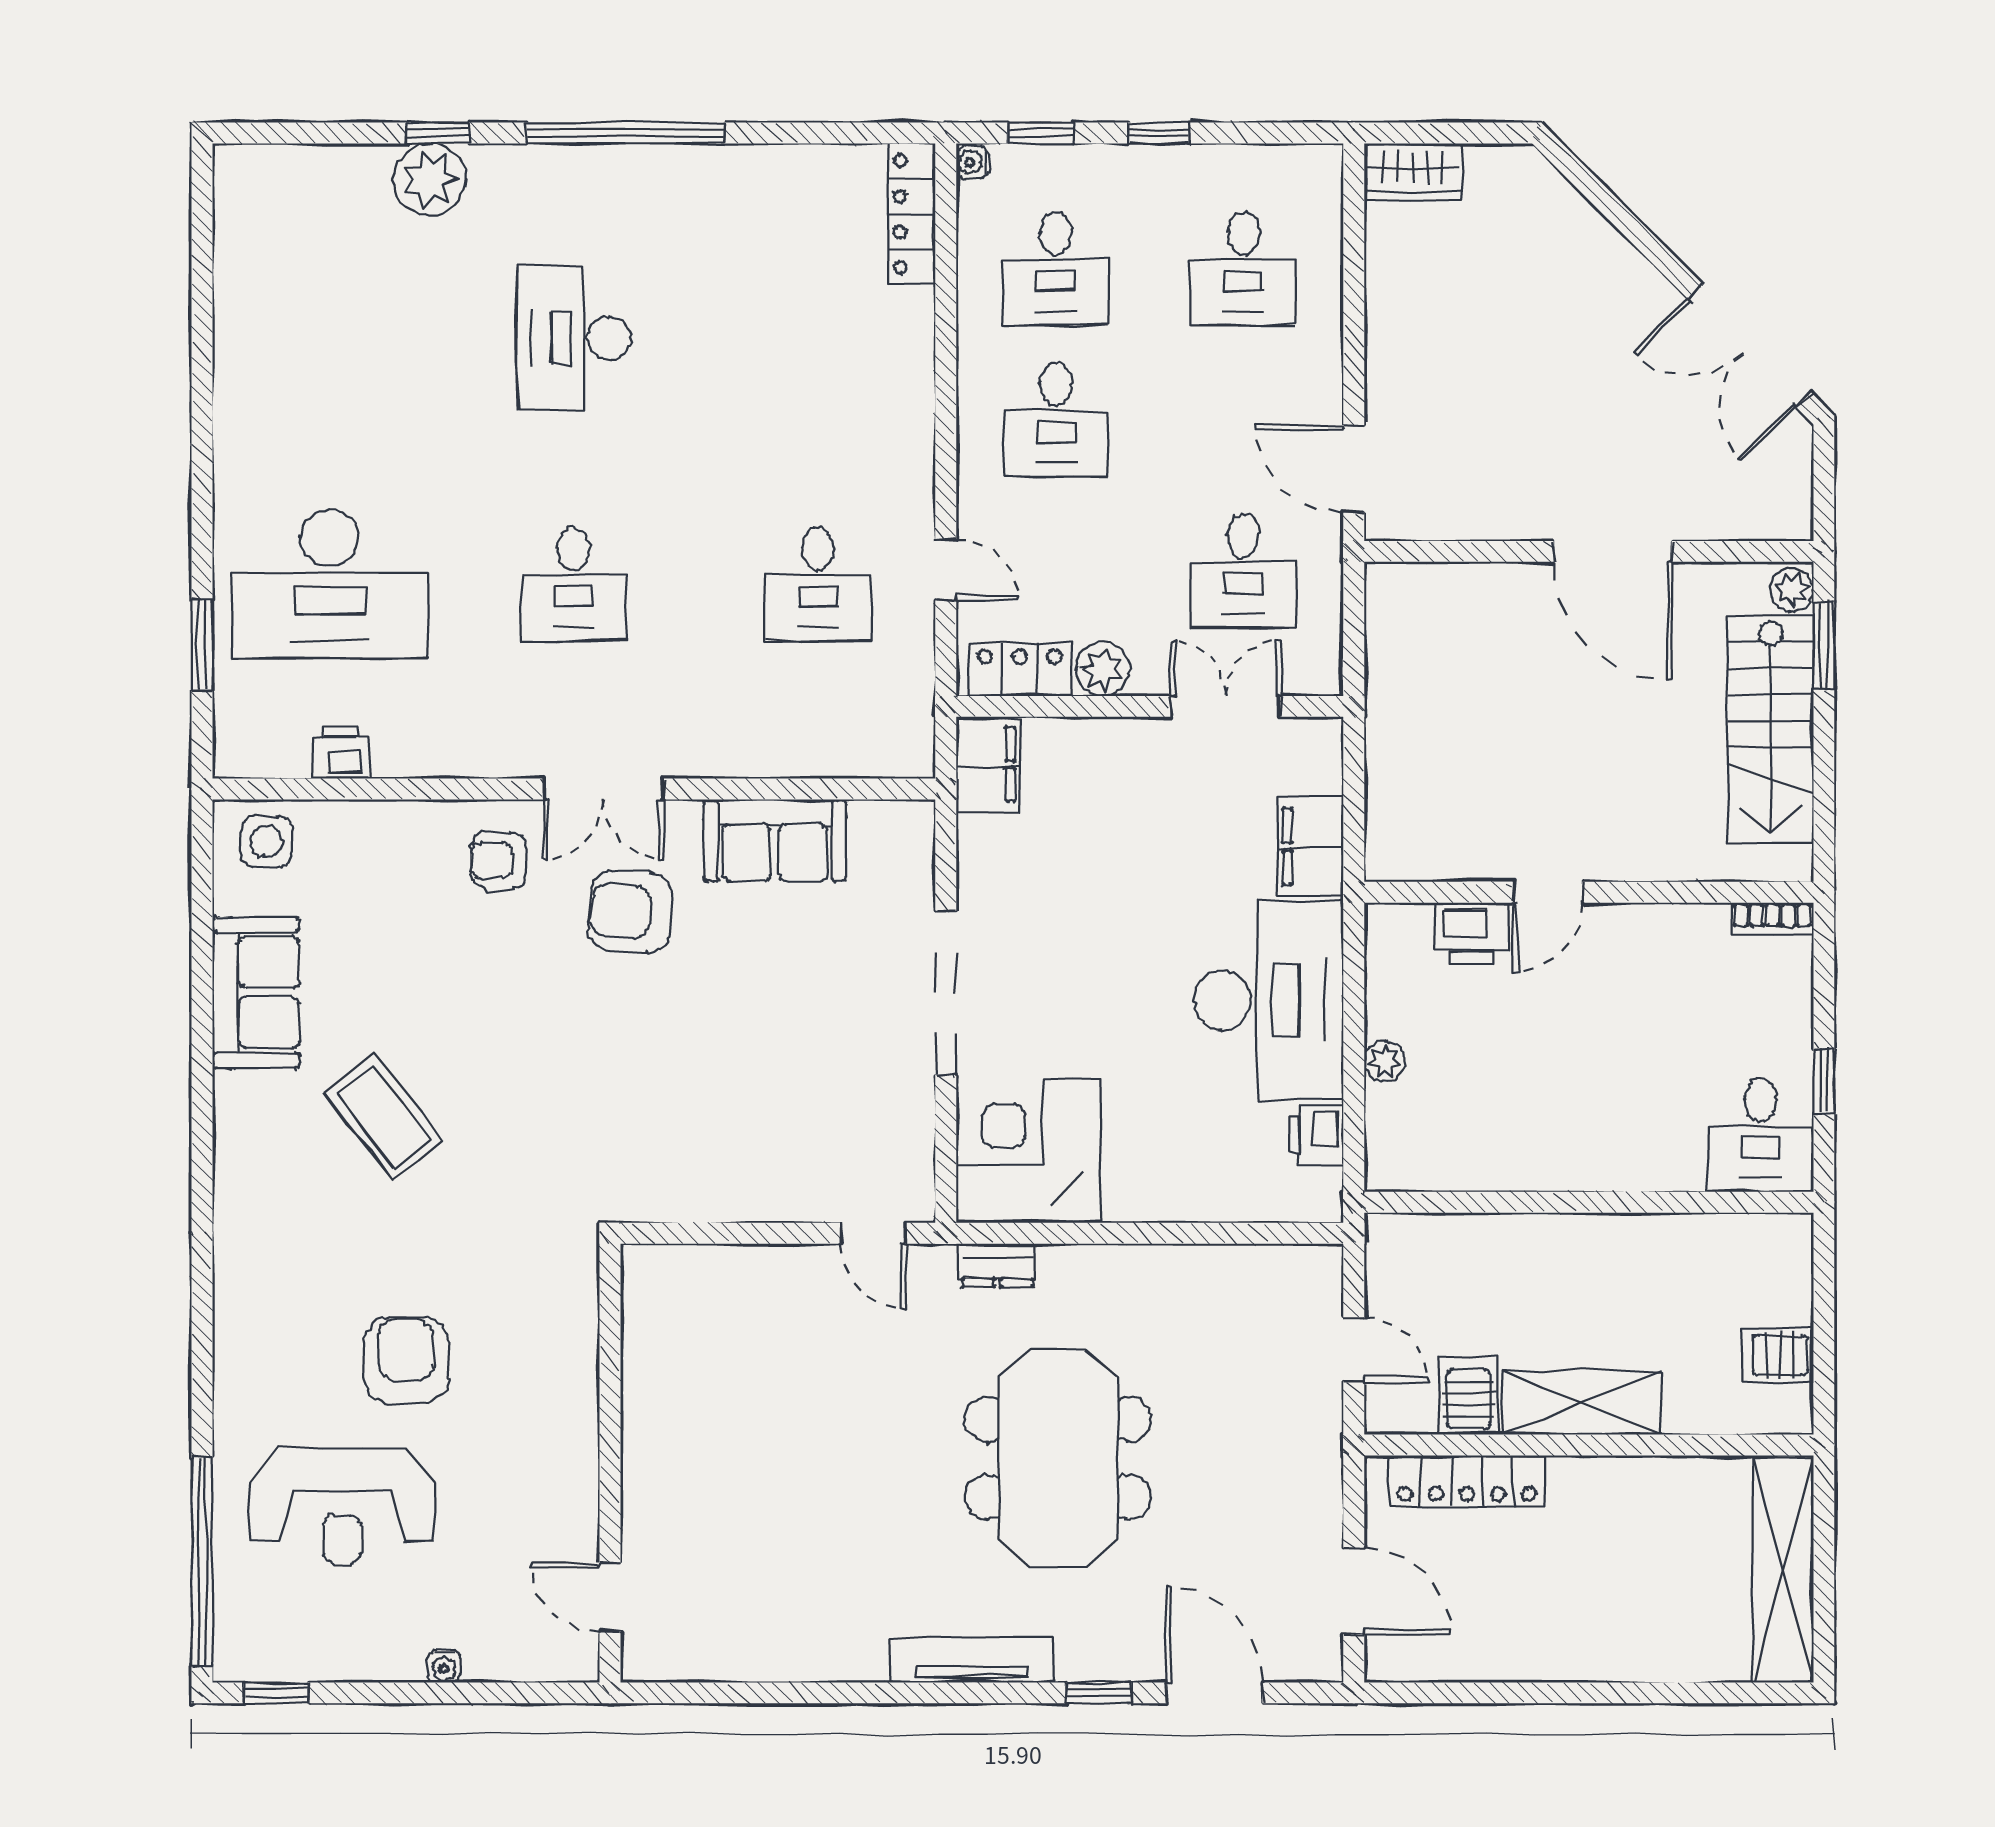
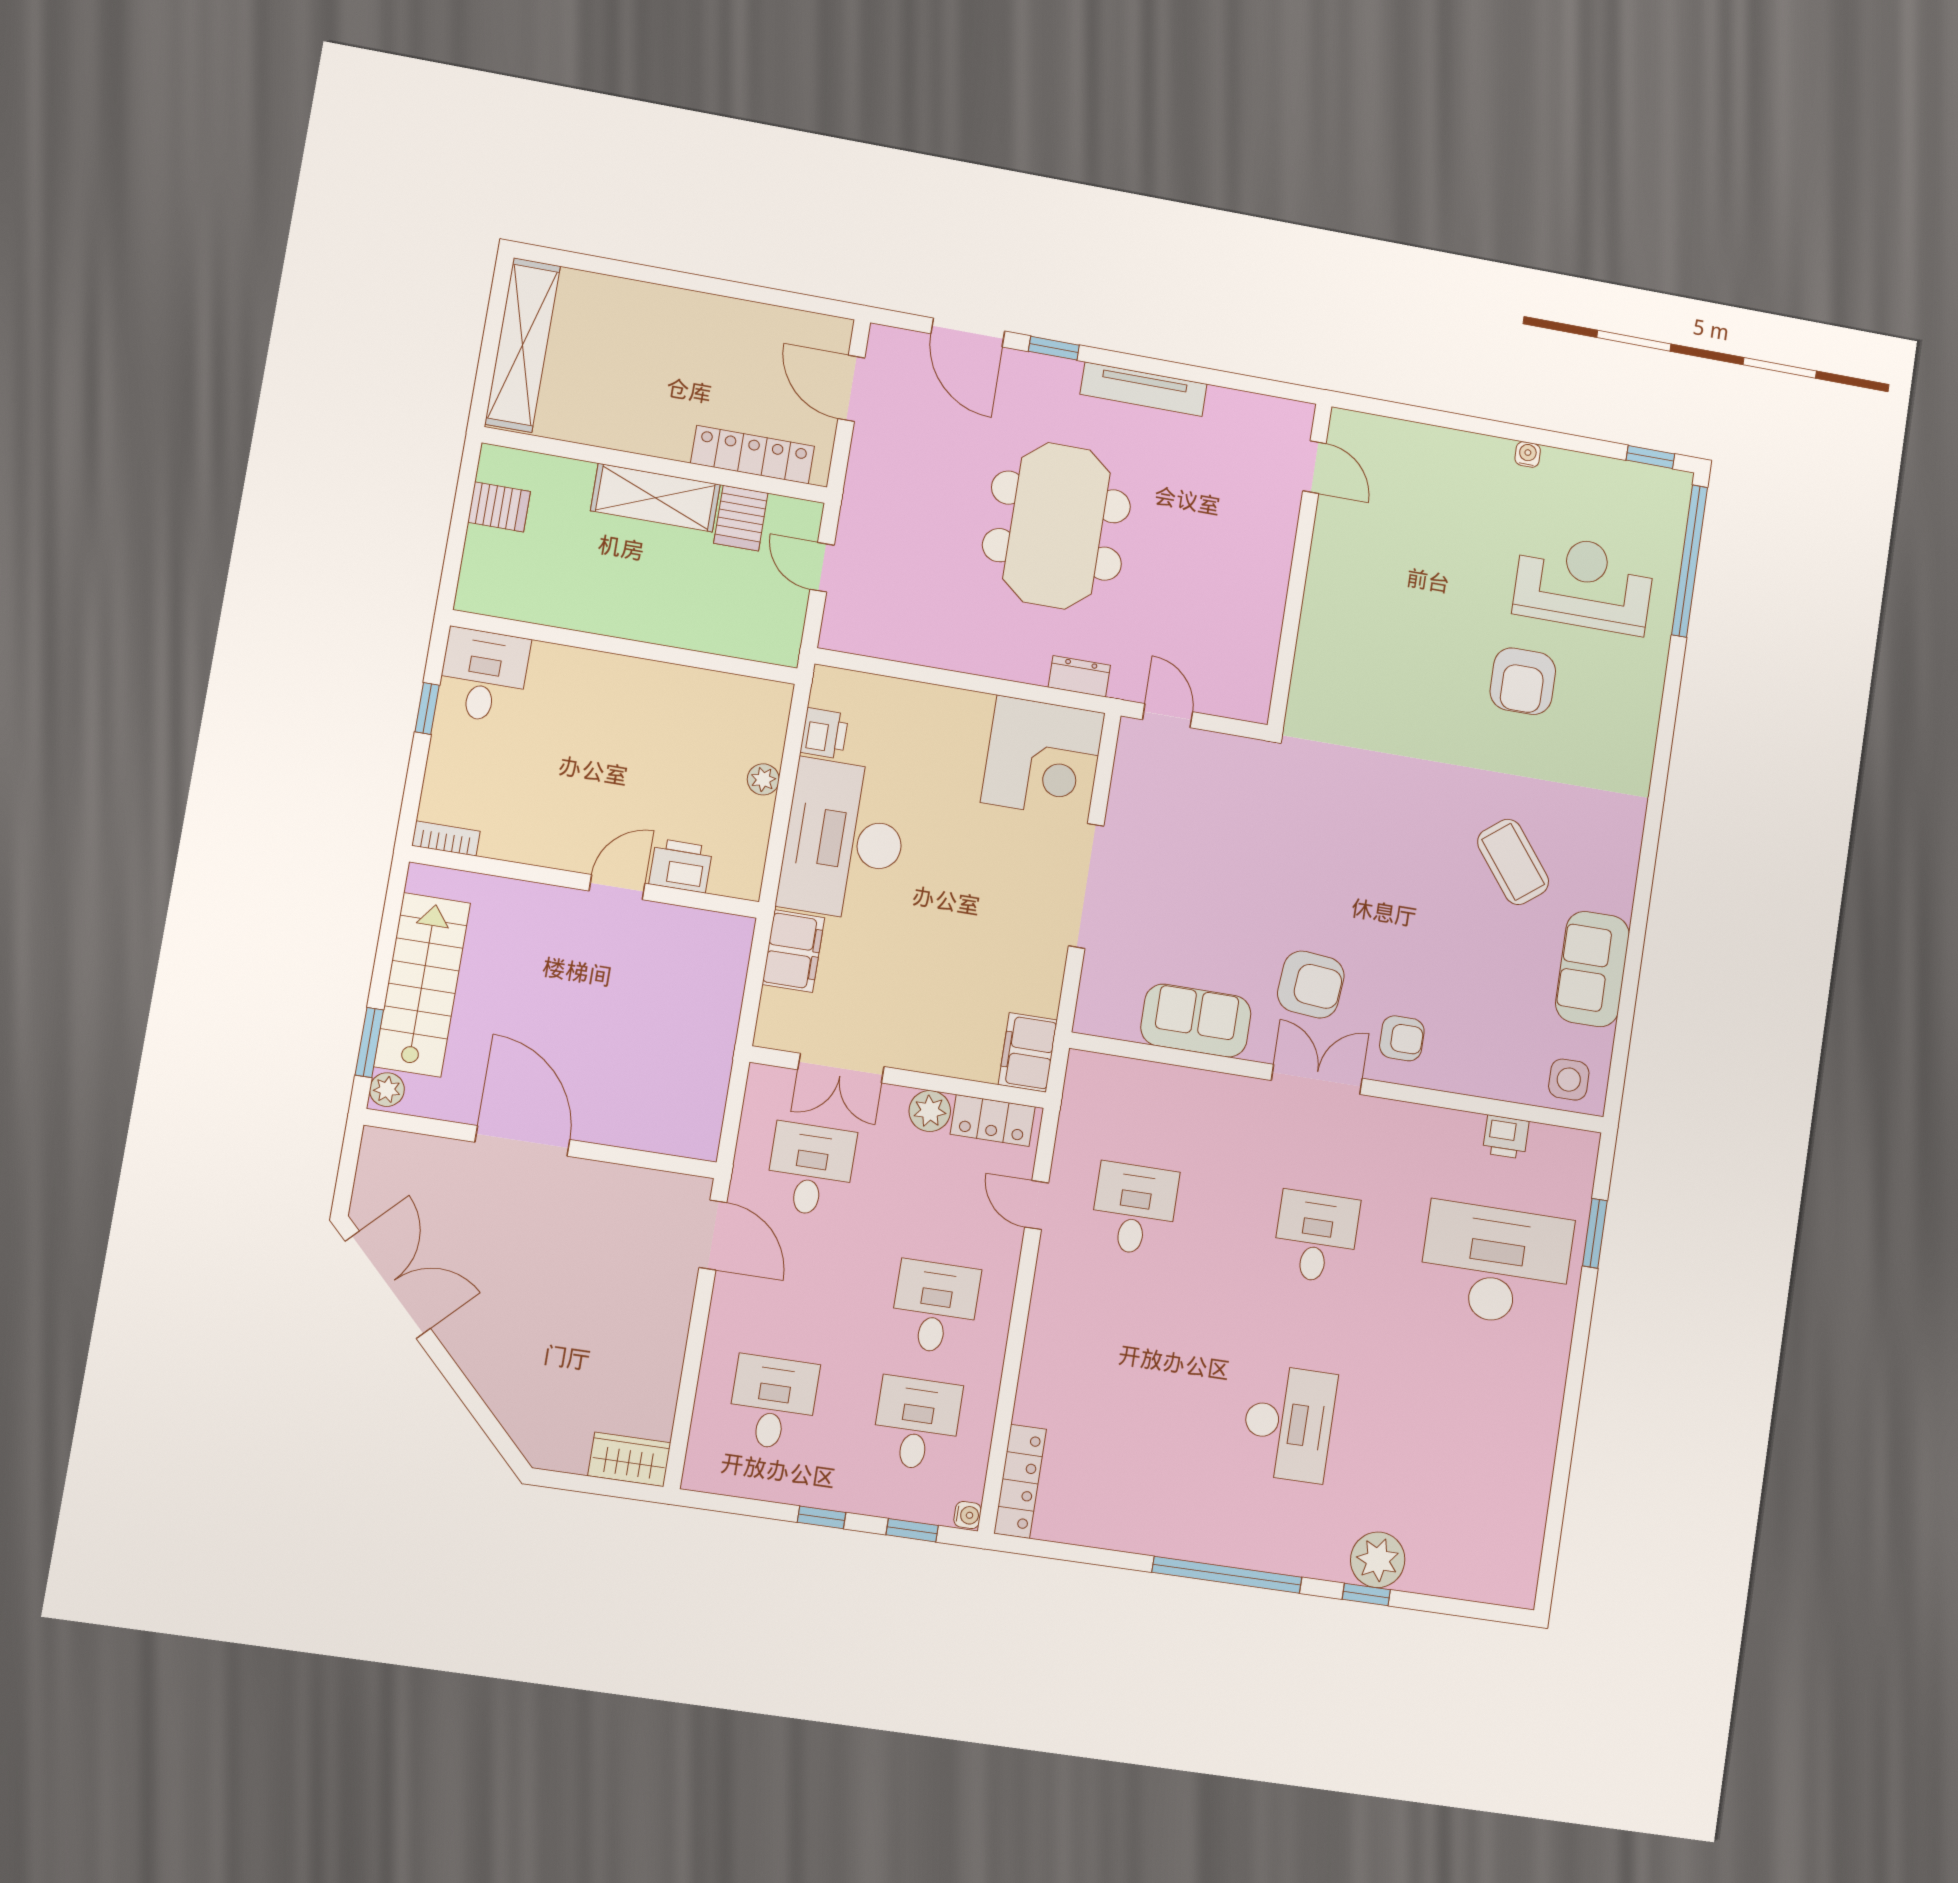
wall: (610, 1463) -> (1300, 565), moved
door: (610, 1597) -> (1314, 467), moved

